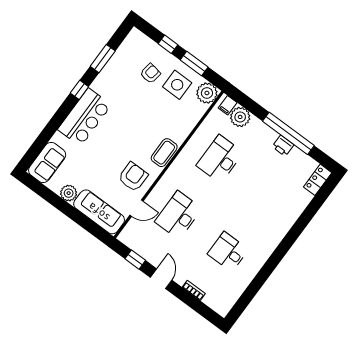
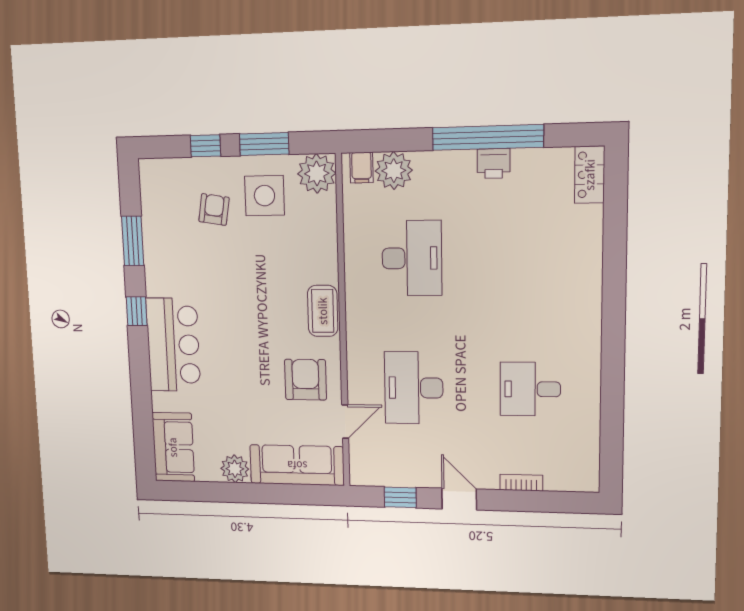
desk: (220, 159) -> (412, 258), turned 180

